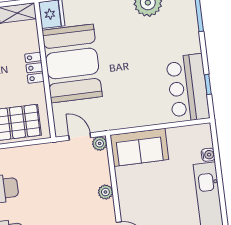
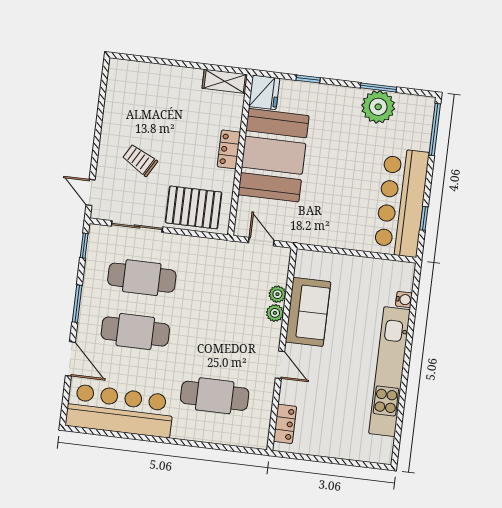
bar counter: (188, 88) -> (401, 203), width x1.36
plant: (100, 143) -> (277, 294), moved
sofa: (139, 147) -> (308, 312), moved, turned -90

